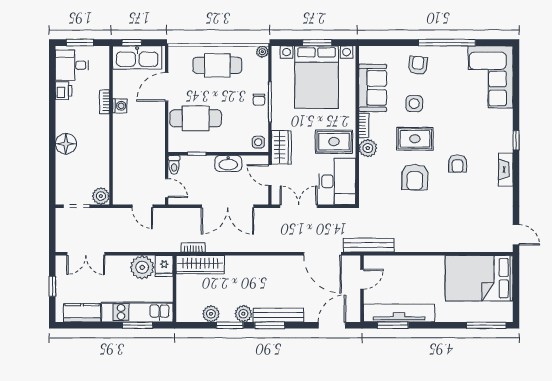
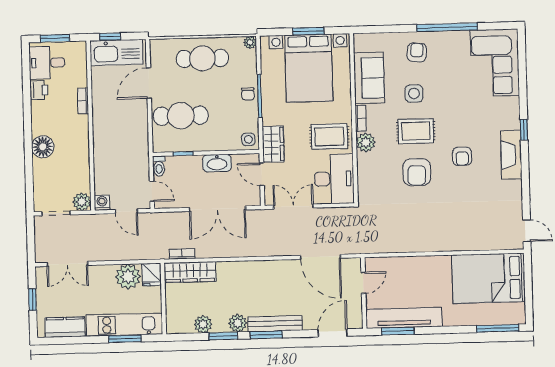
washing machine: (120, 106) -> (102, 203), moved, turned -90
fireplace: (506, 170) -> (511, 155), width x1.37, depth x1.32
bench: (369, 245) -> (370, 246), removed

